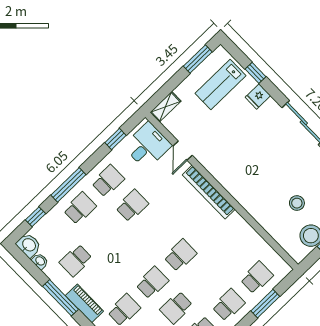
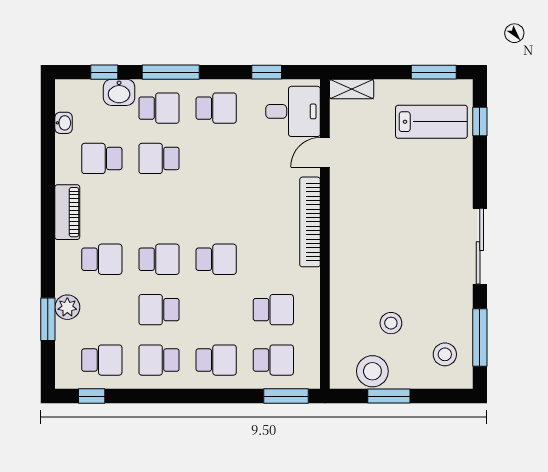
window: (256, 73) -> (480, 122), moved
lab bench: (220, 85) -> (431, 122), turned 180
fridge: (258, 96) -> (458, 172), removed
school desk: (132, 206) -> (159, 158), moved, turned 180
washbasin: (29, 245) -> (119, 92), moved, turned 90
school desk: (233, 253) -> (273, 310), added
window: (61, 298) -> (48, 182), removed
window: (265, 304) -> (286, 396), moved

